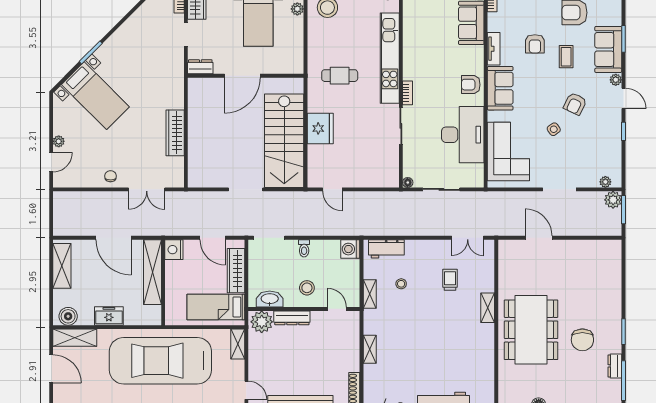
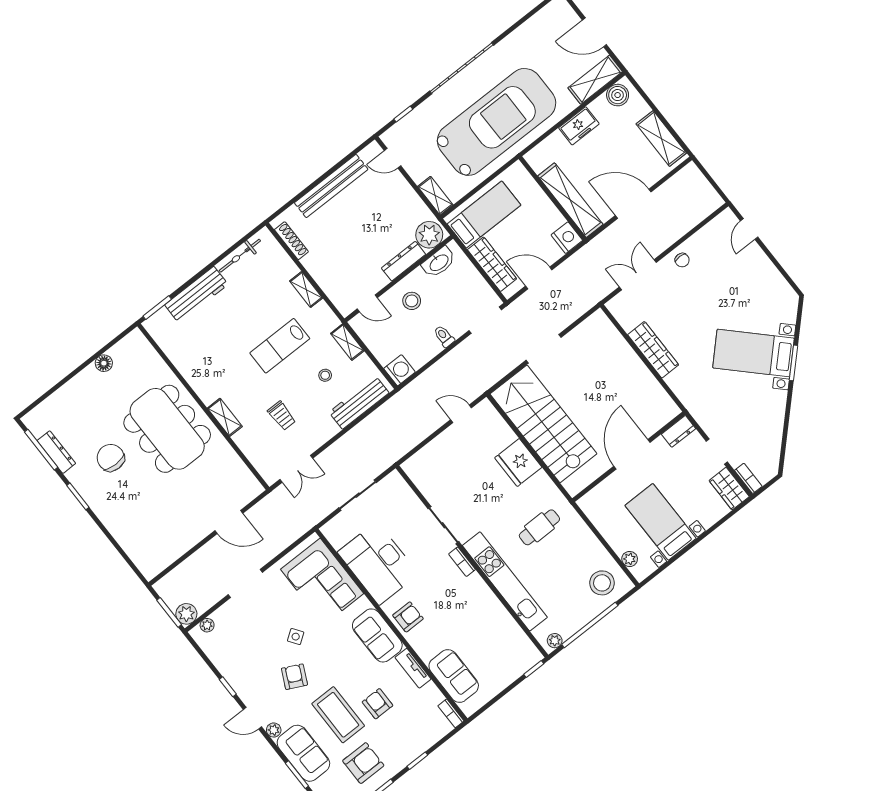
coffee table: (566, 57) -> (338, 715), width x1.86, depth x1.72
bed with nightstands: (95, 96) -> (753, 353), moved
plant: (59, 141) -> (758, 254), removed
floor lamp: (408, 182) -> (395, 477), removed
double door: (468, 238) -> (296, 469), swing flipped
workbench: (386, 249) -> (359, 402), width x1.38
lab bench: (415, 326) -> (280, 346), added
dresser: (615, 366) -> (56, 452), width x1.44

